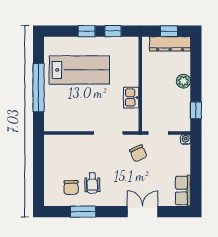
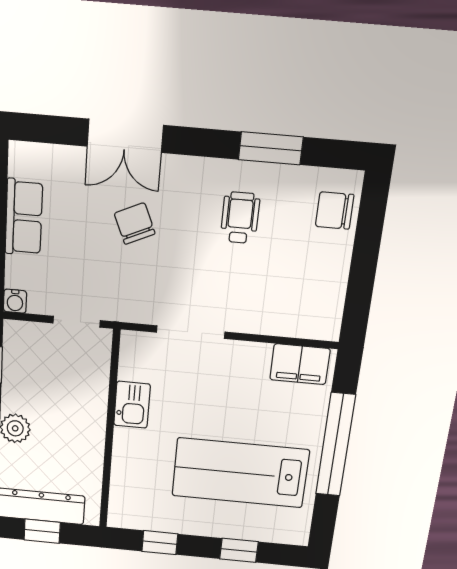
window: (87, 31) -> (239, 550), moved
filing cabinet: (59, 123) -> (300, 364), added
chair: (138, 153) -> (135, 223), moved
chair: (71, 187) -> (335, 211), moved, turned -90
row of seats: (183, 191) -> (24, 217), moved

